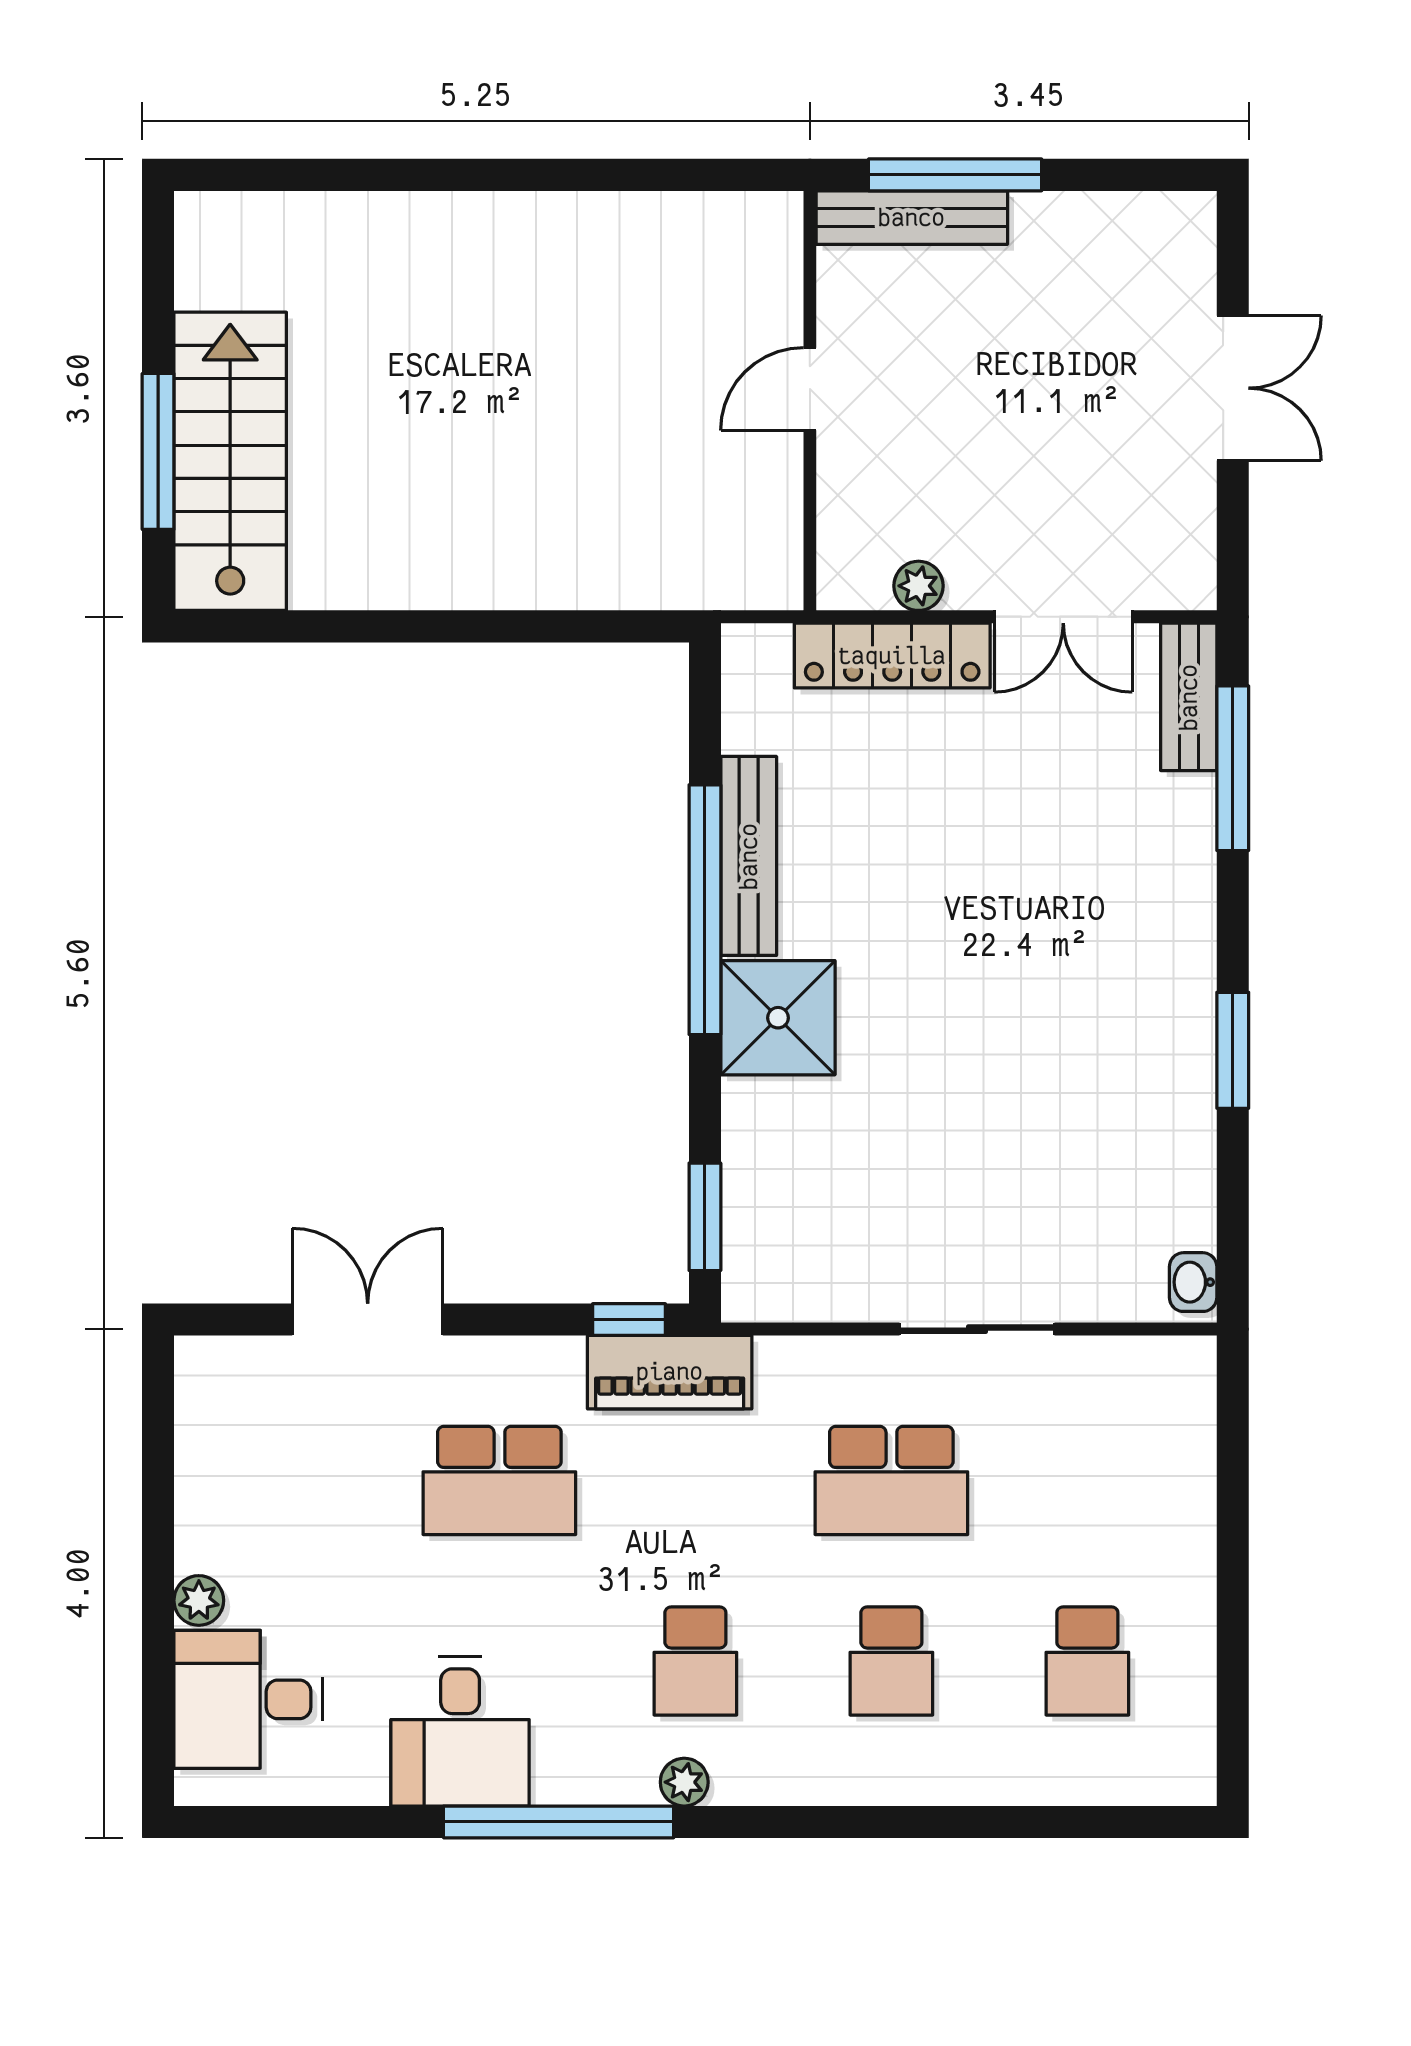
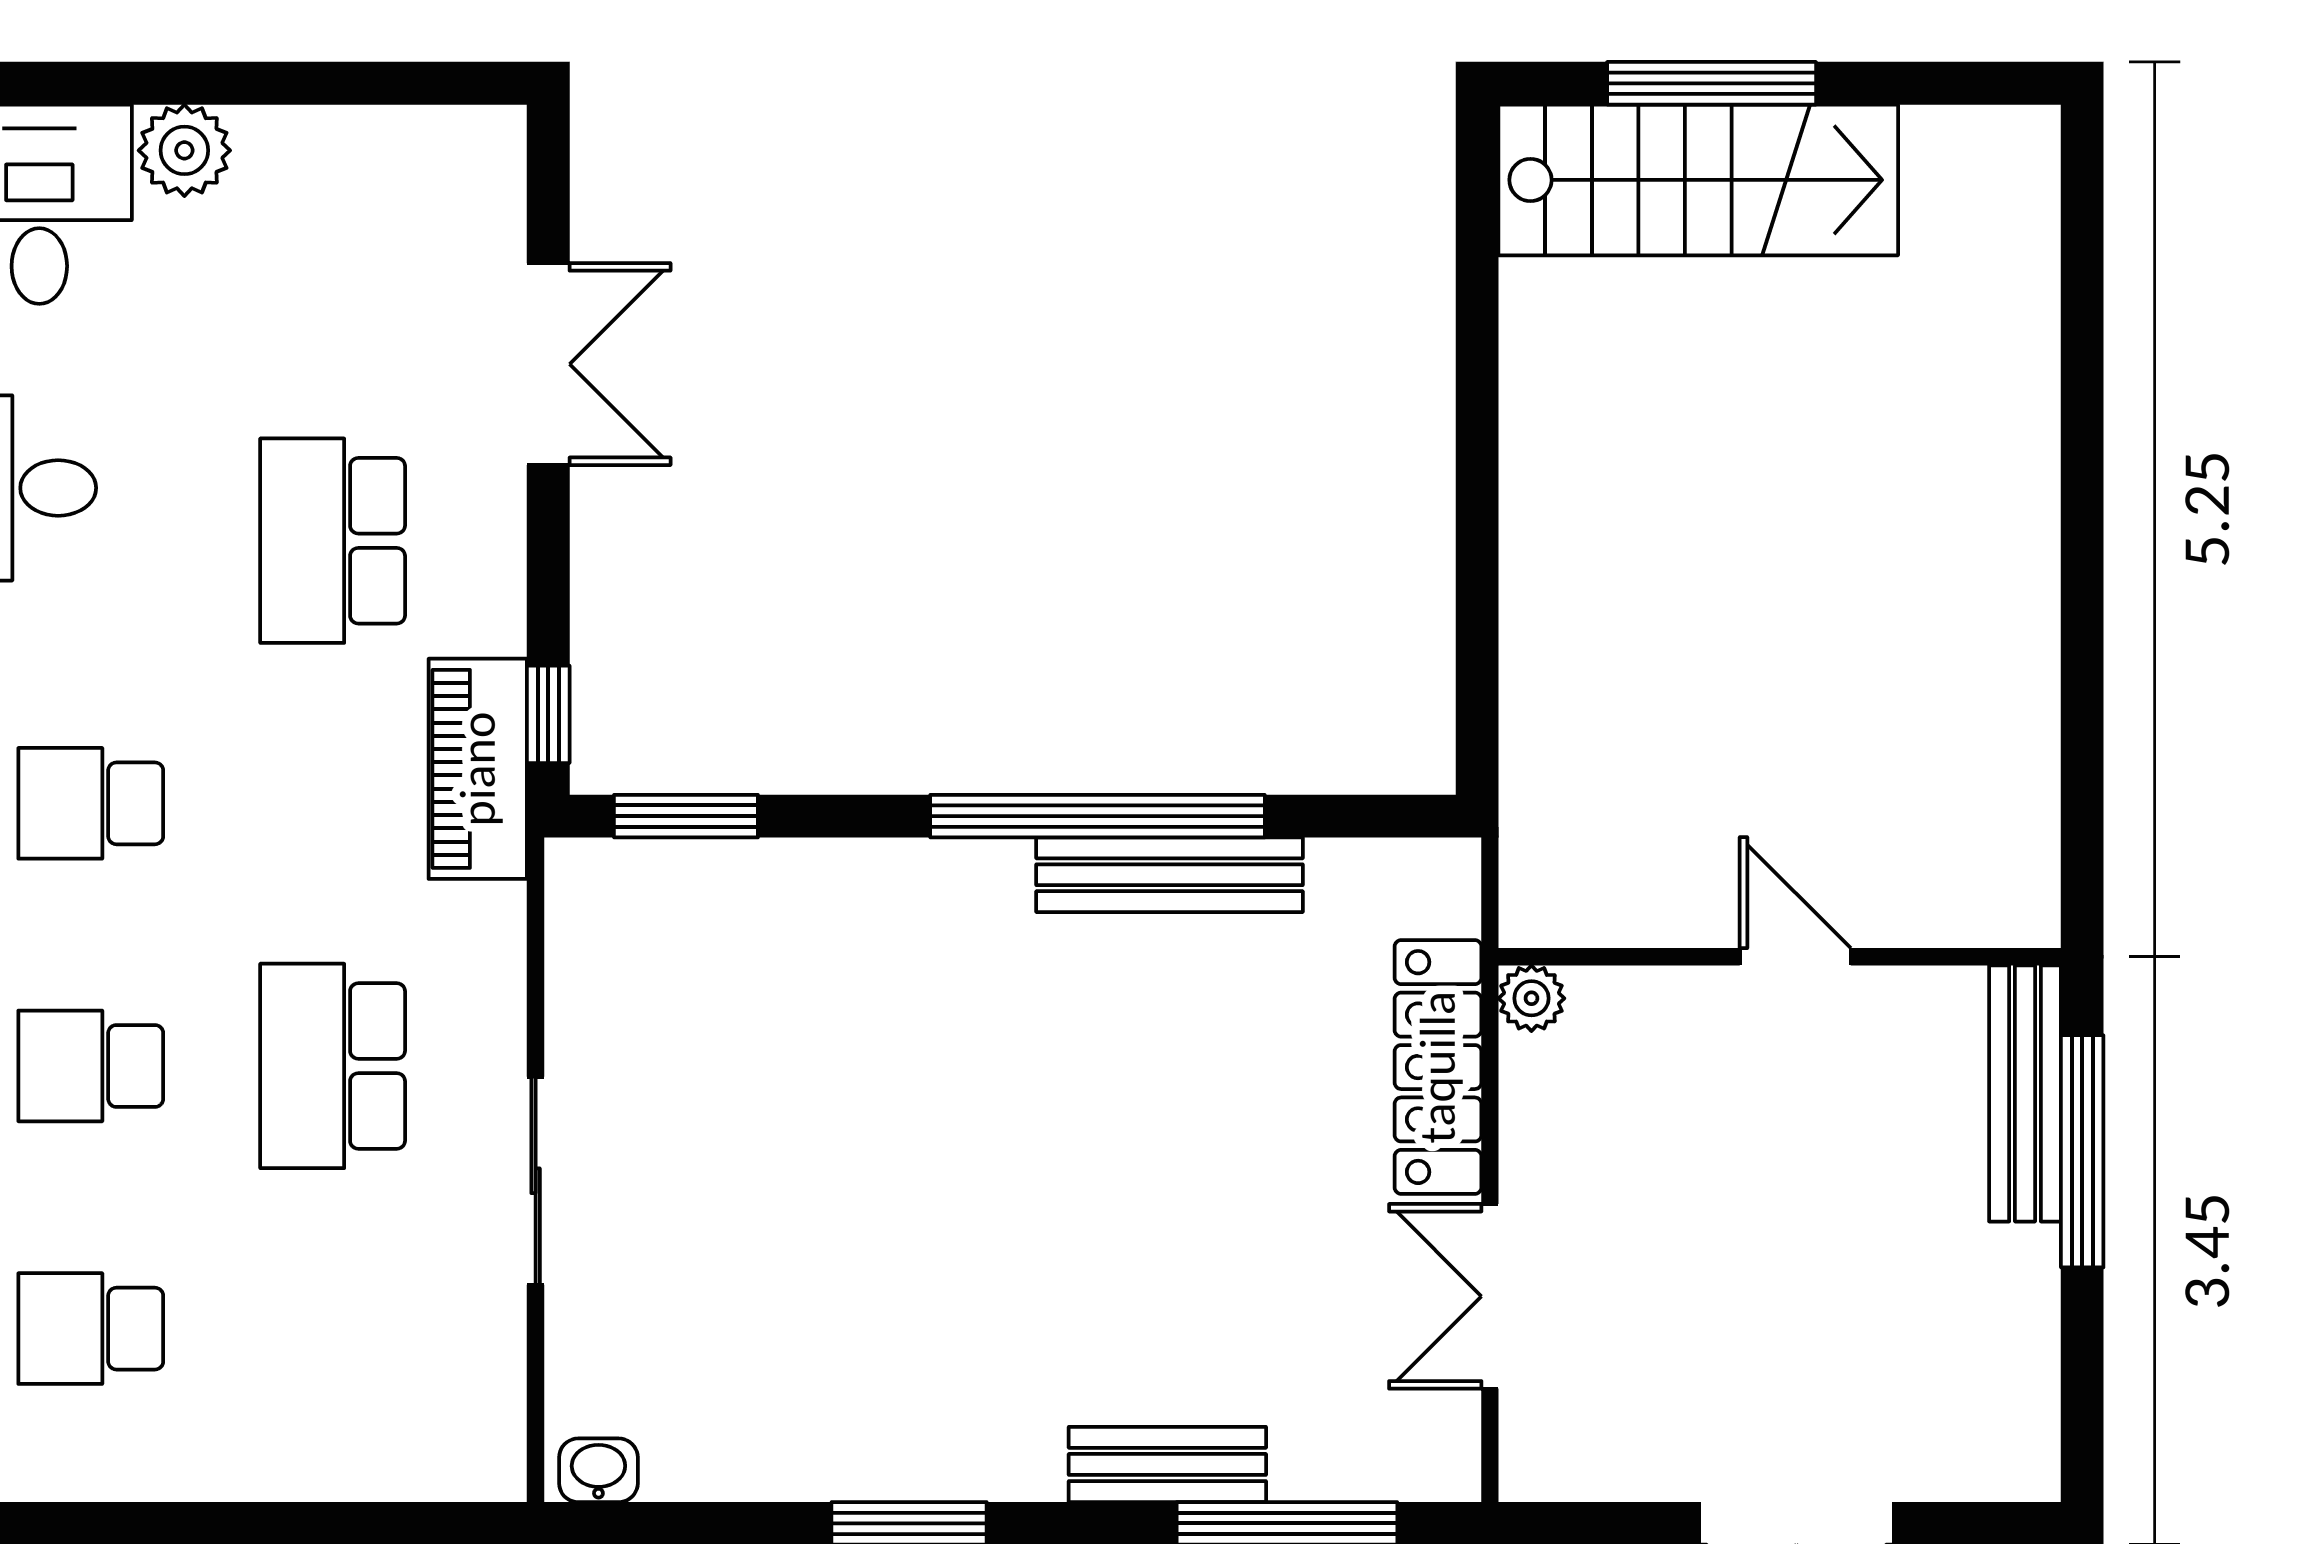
plant: (918, 586) -> (1531, 998), moved
bench: (1189, 697) -> (1167, 1464), moved
shower: (778, 1018) -> (953, 914), removed
plant: (199, 1600) -> (184, 150), width x1.38, depth x1.38

